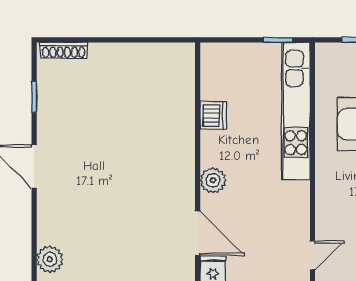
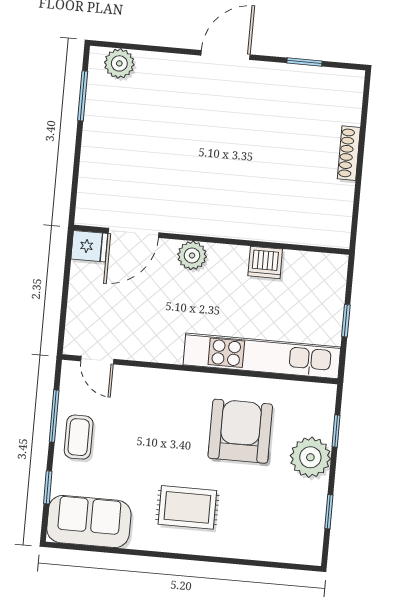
window: (278, 40) -> (346, 321), moved
shoe rack: (64, 50) -> (349, 153), moved

